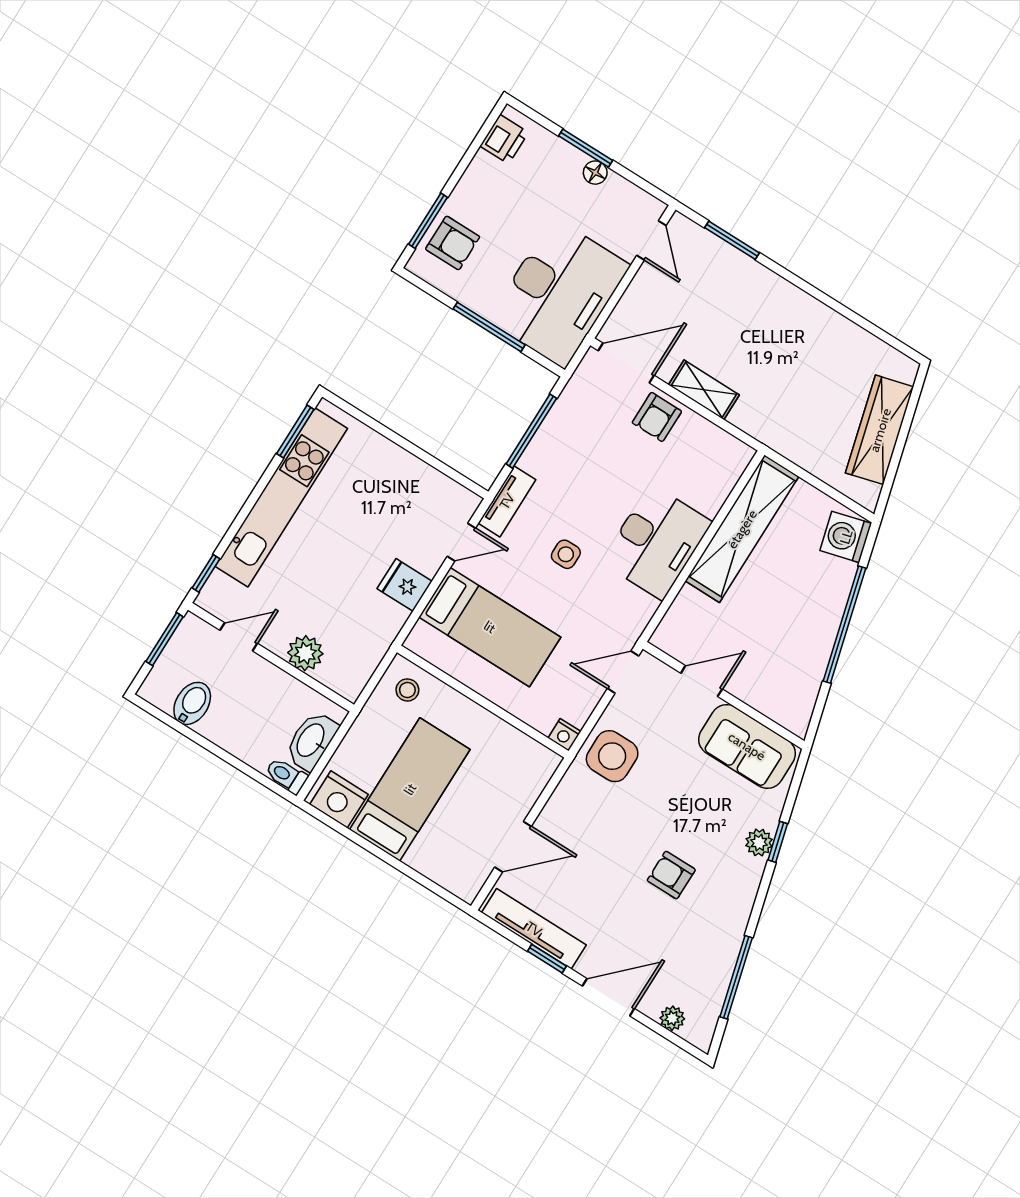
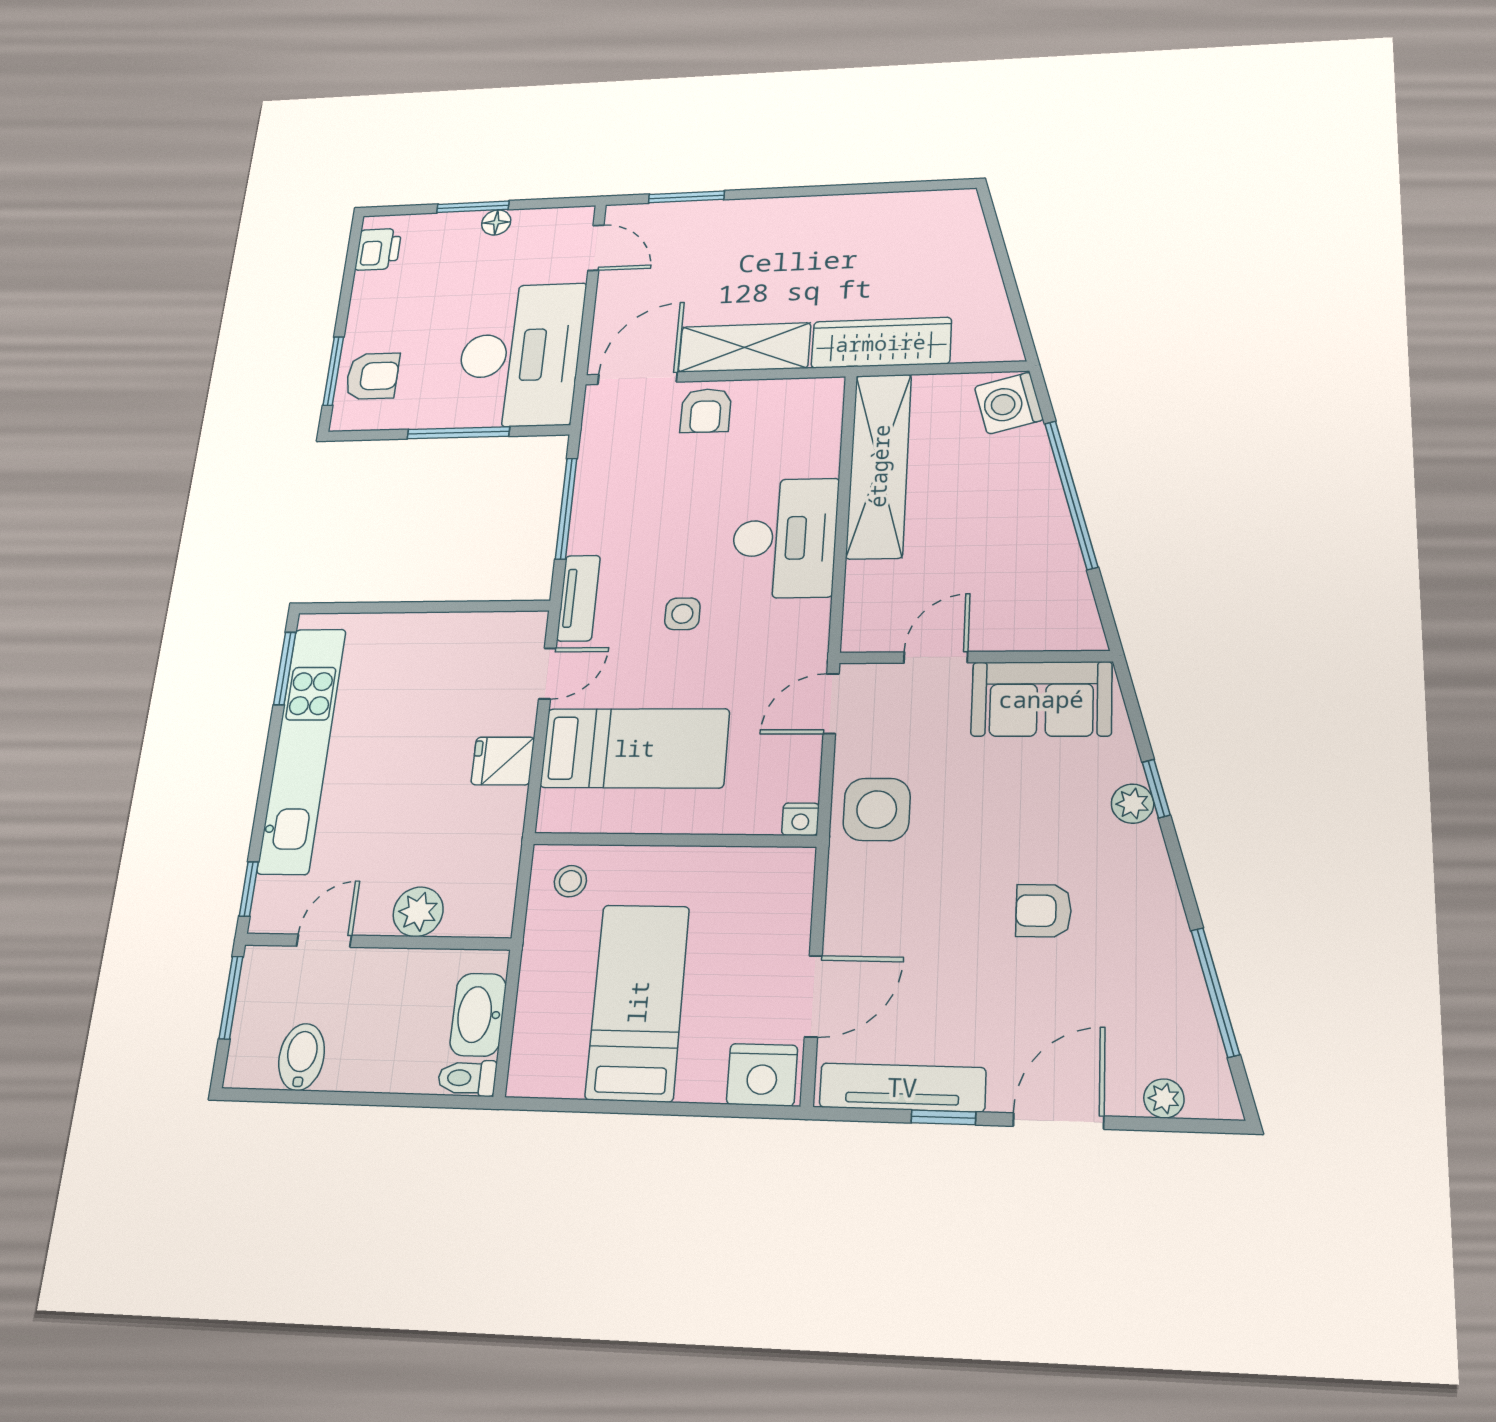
shelving: (704, 390) -> (744, 347), width x1.50, depth x1.33
wardrobe: (880, 430) -> (881, 343), moved, turned 105
nightstand: (339, 799) -> (762, 1075), moved

